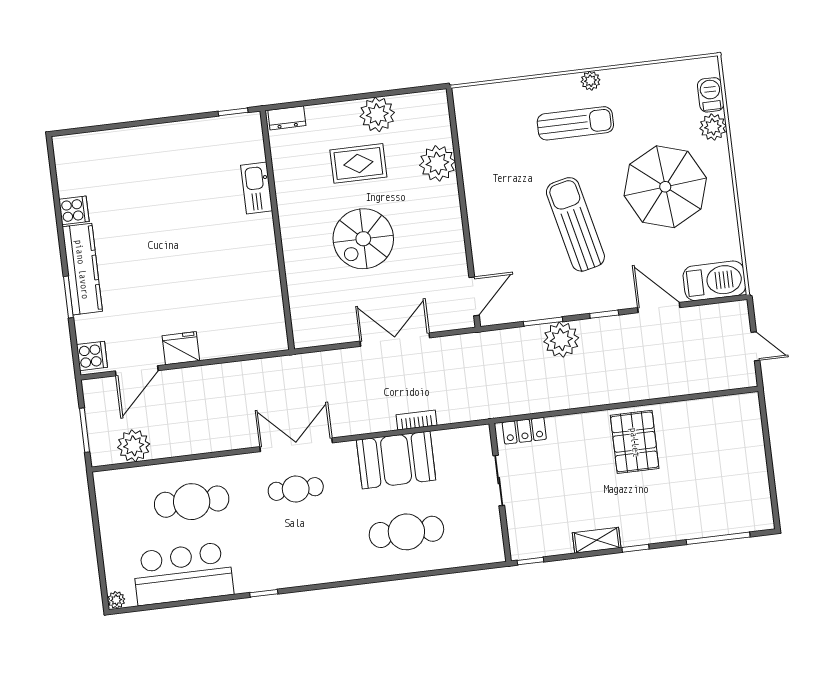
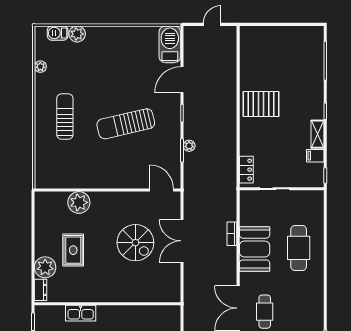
plant: (591, 81) -> (40, 67), moved
plant: (377, 114) -> (45, 267), moved
parasol: (665, 187) -> (110, 67), removed
spiral stairs: (363, 239) -> (135, 243), moved
plant: (561, 340) -> (189, 146), width x0.53, depth x0.53
filing cabinet: (561, 541) -> (315, 156), added

